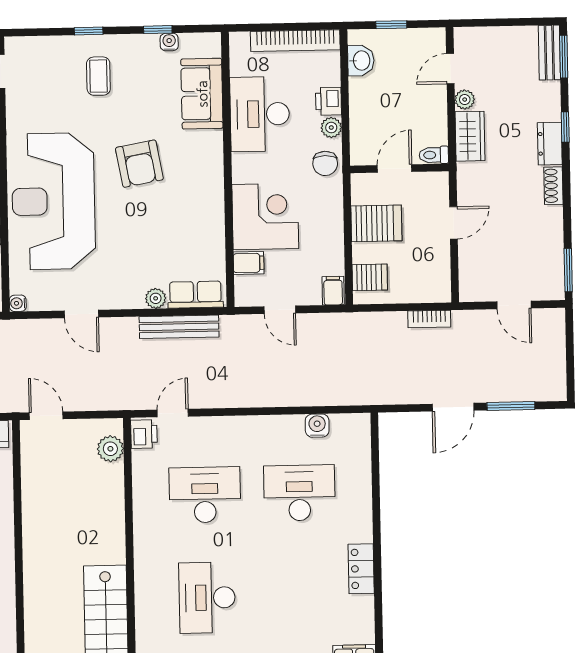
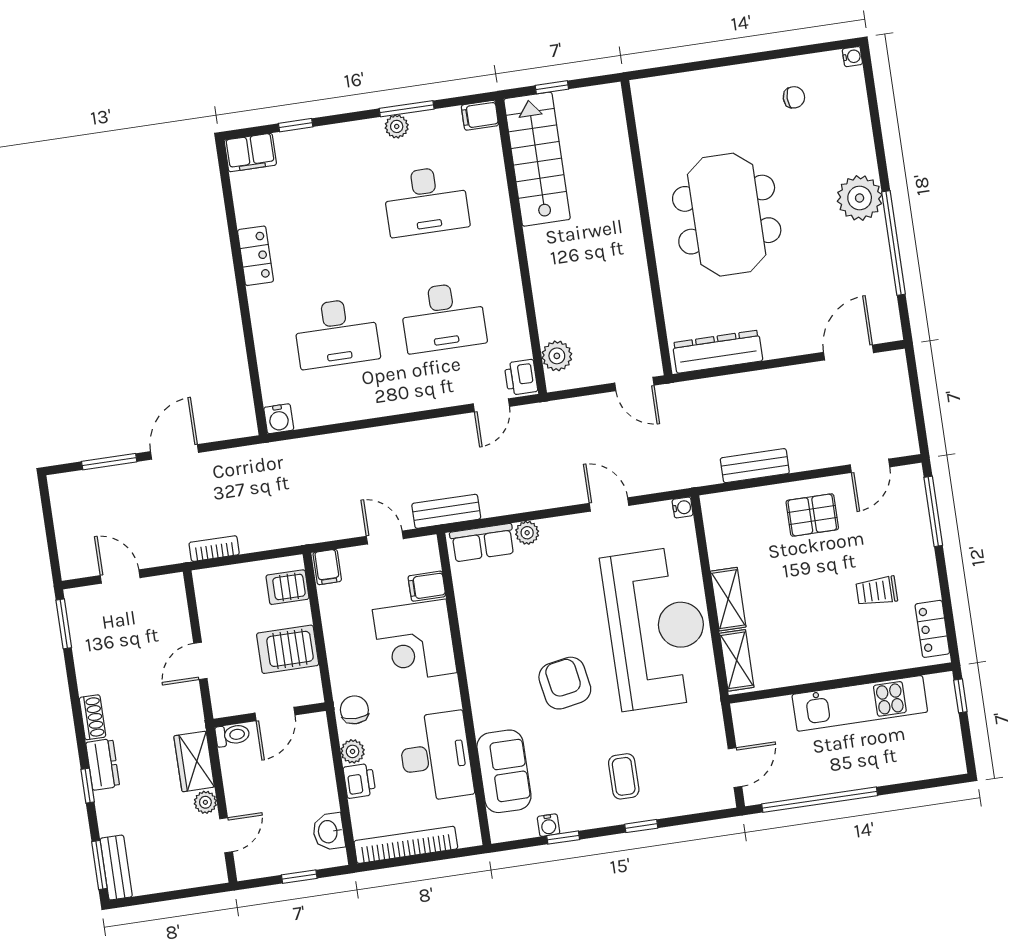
bench: (179, 327) -> (446, 511), moved, width x0.73
water cooler: (317, 426) -> (279, 419), moved
desk: (207, 598) -> (426, 201), turned 90

